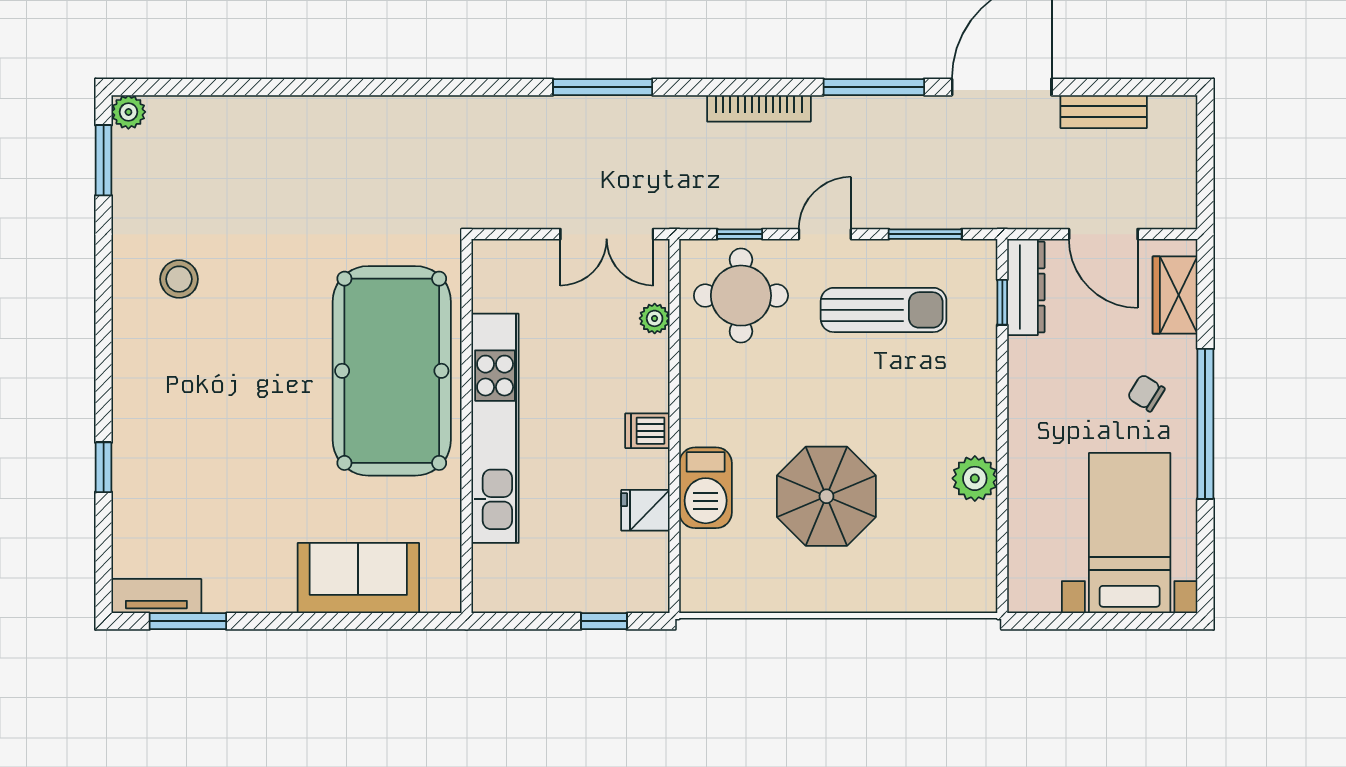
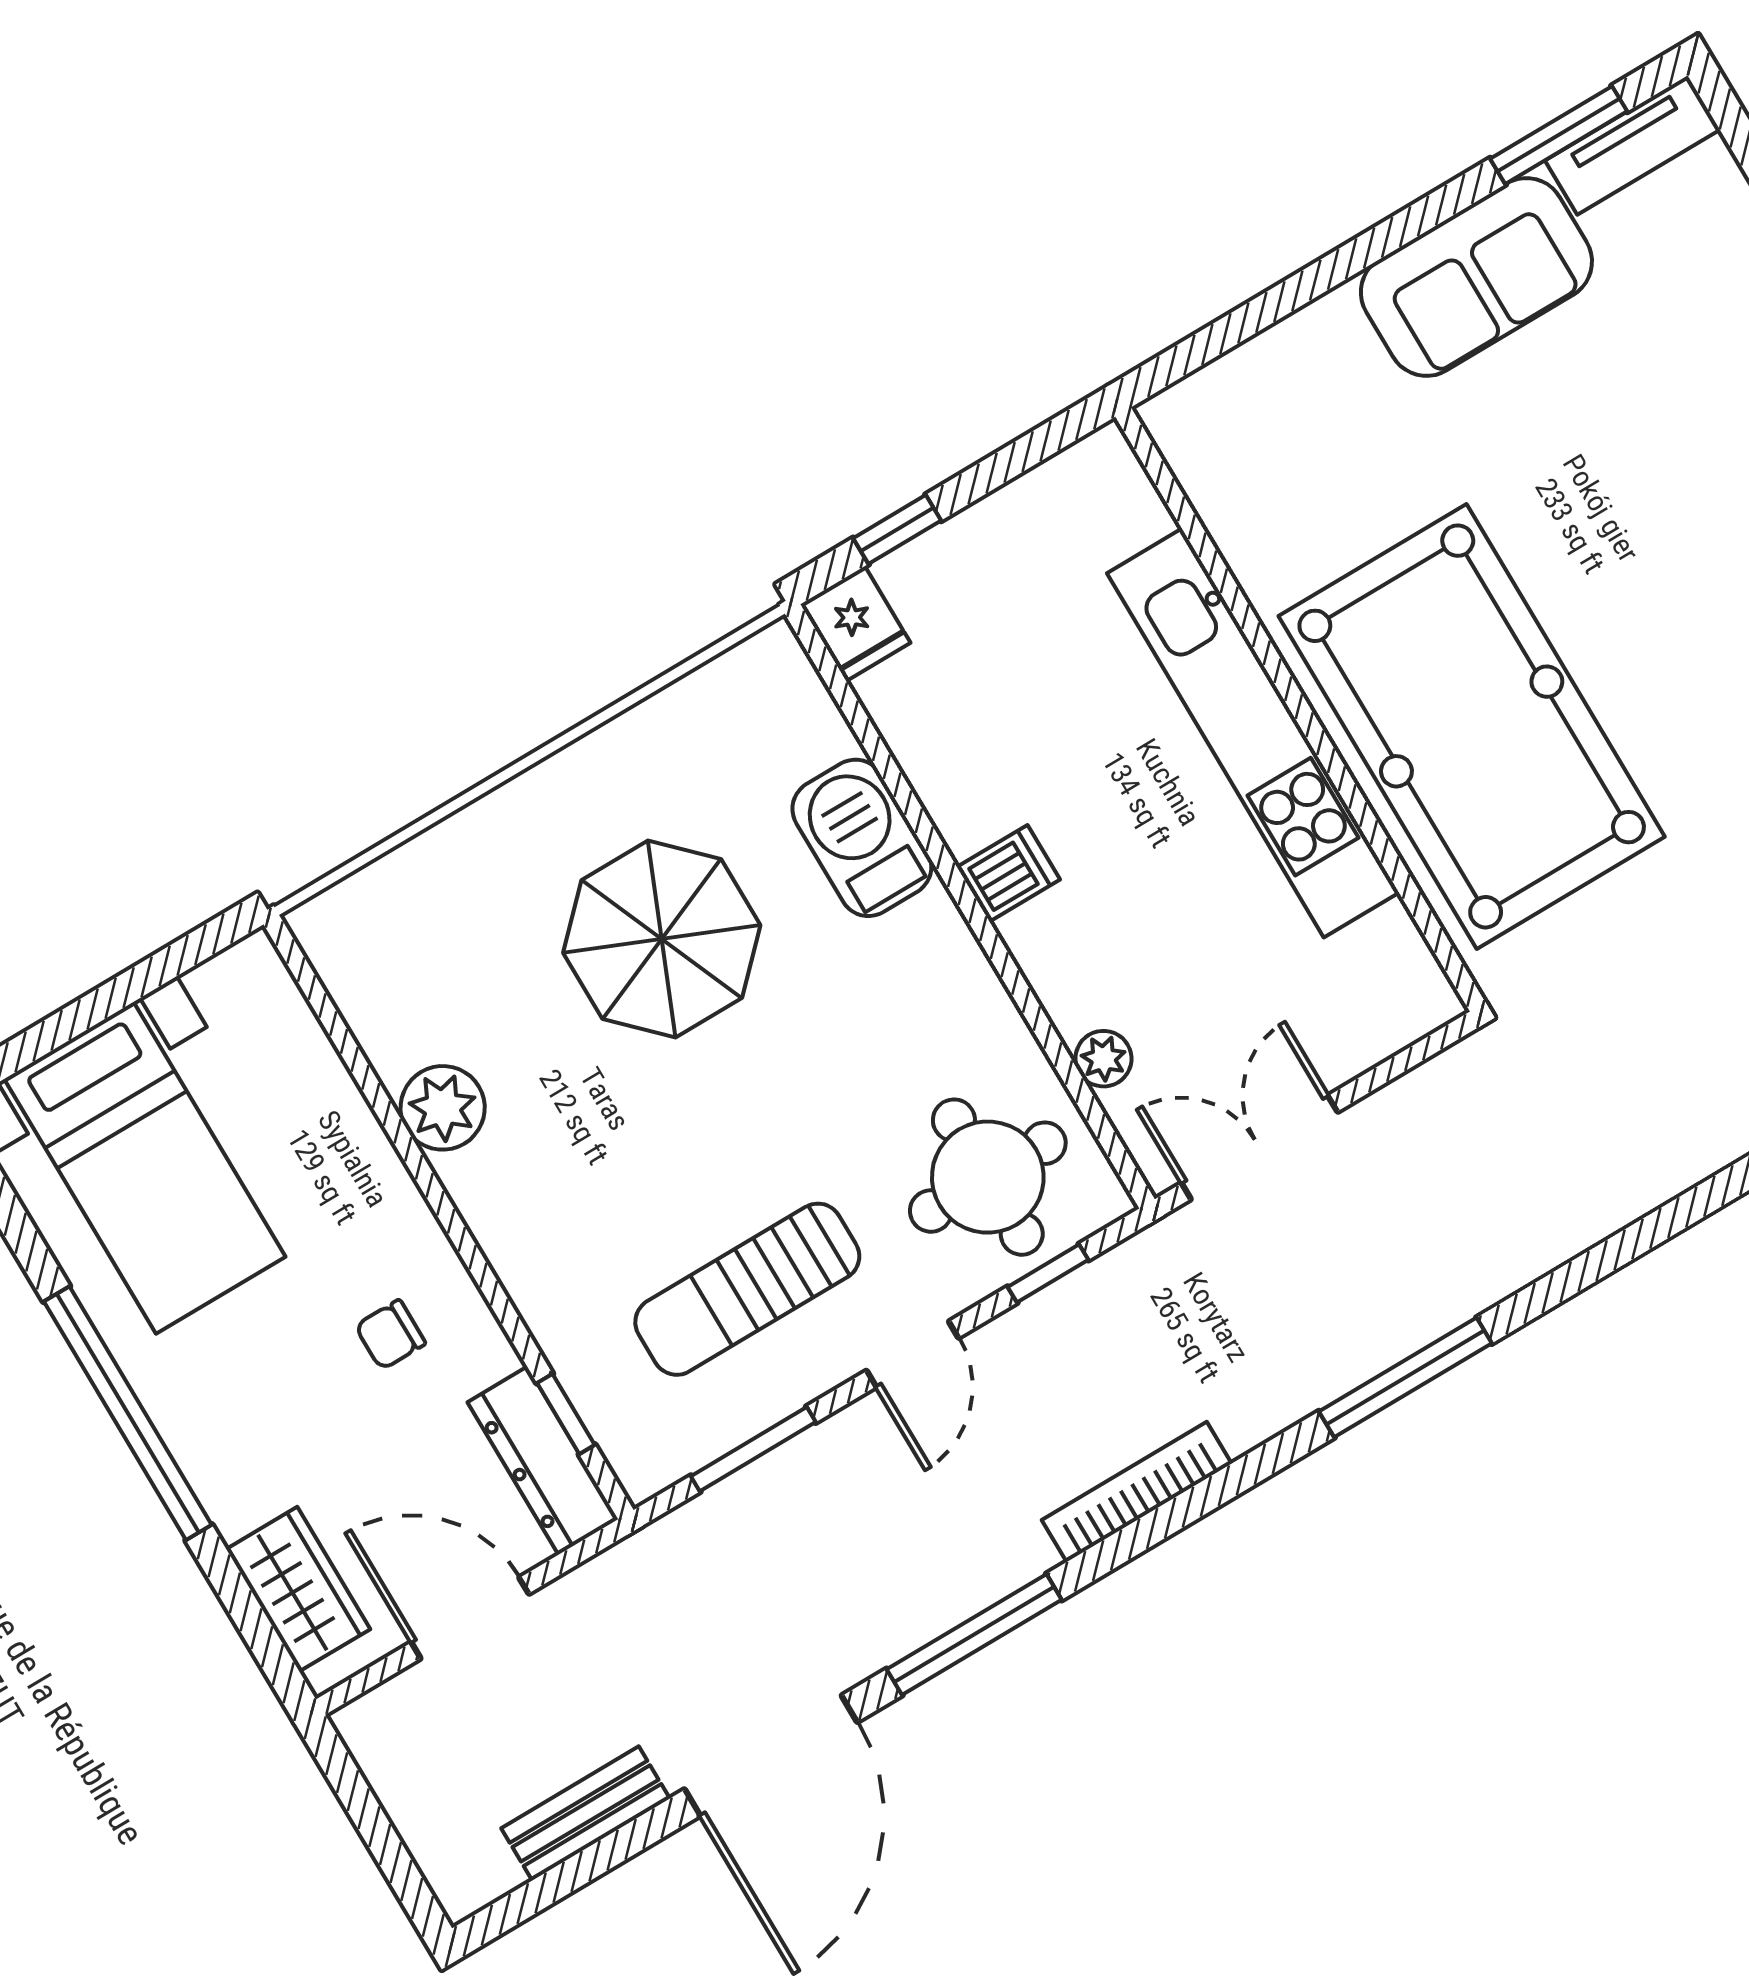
chair: (1146, 393) -> (390, 1335), moved, turned 148
fridge: (645, 510) -> (855, 624), moved, turned 90
sofa: (358, 578) -> (1476, 277), moved

